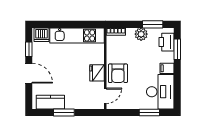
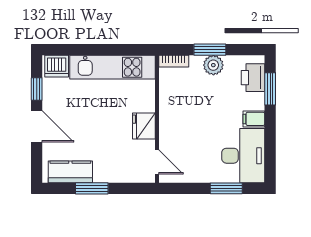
window: (153, 24) -> (210, 50), moved
armchair: (118, 73) -> (177, 127), removed
door: (105, 96) -> (157, 162), hinge flipped

